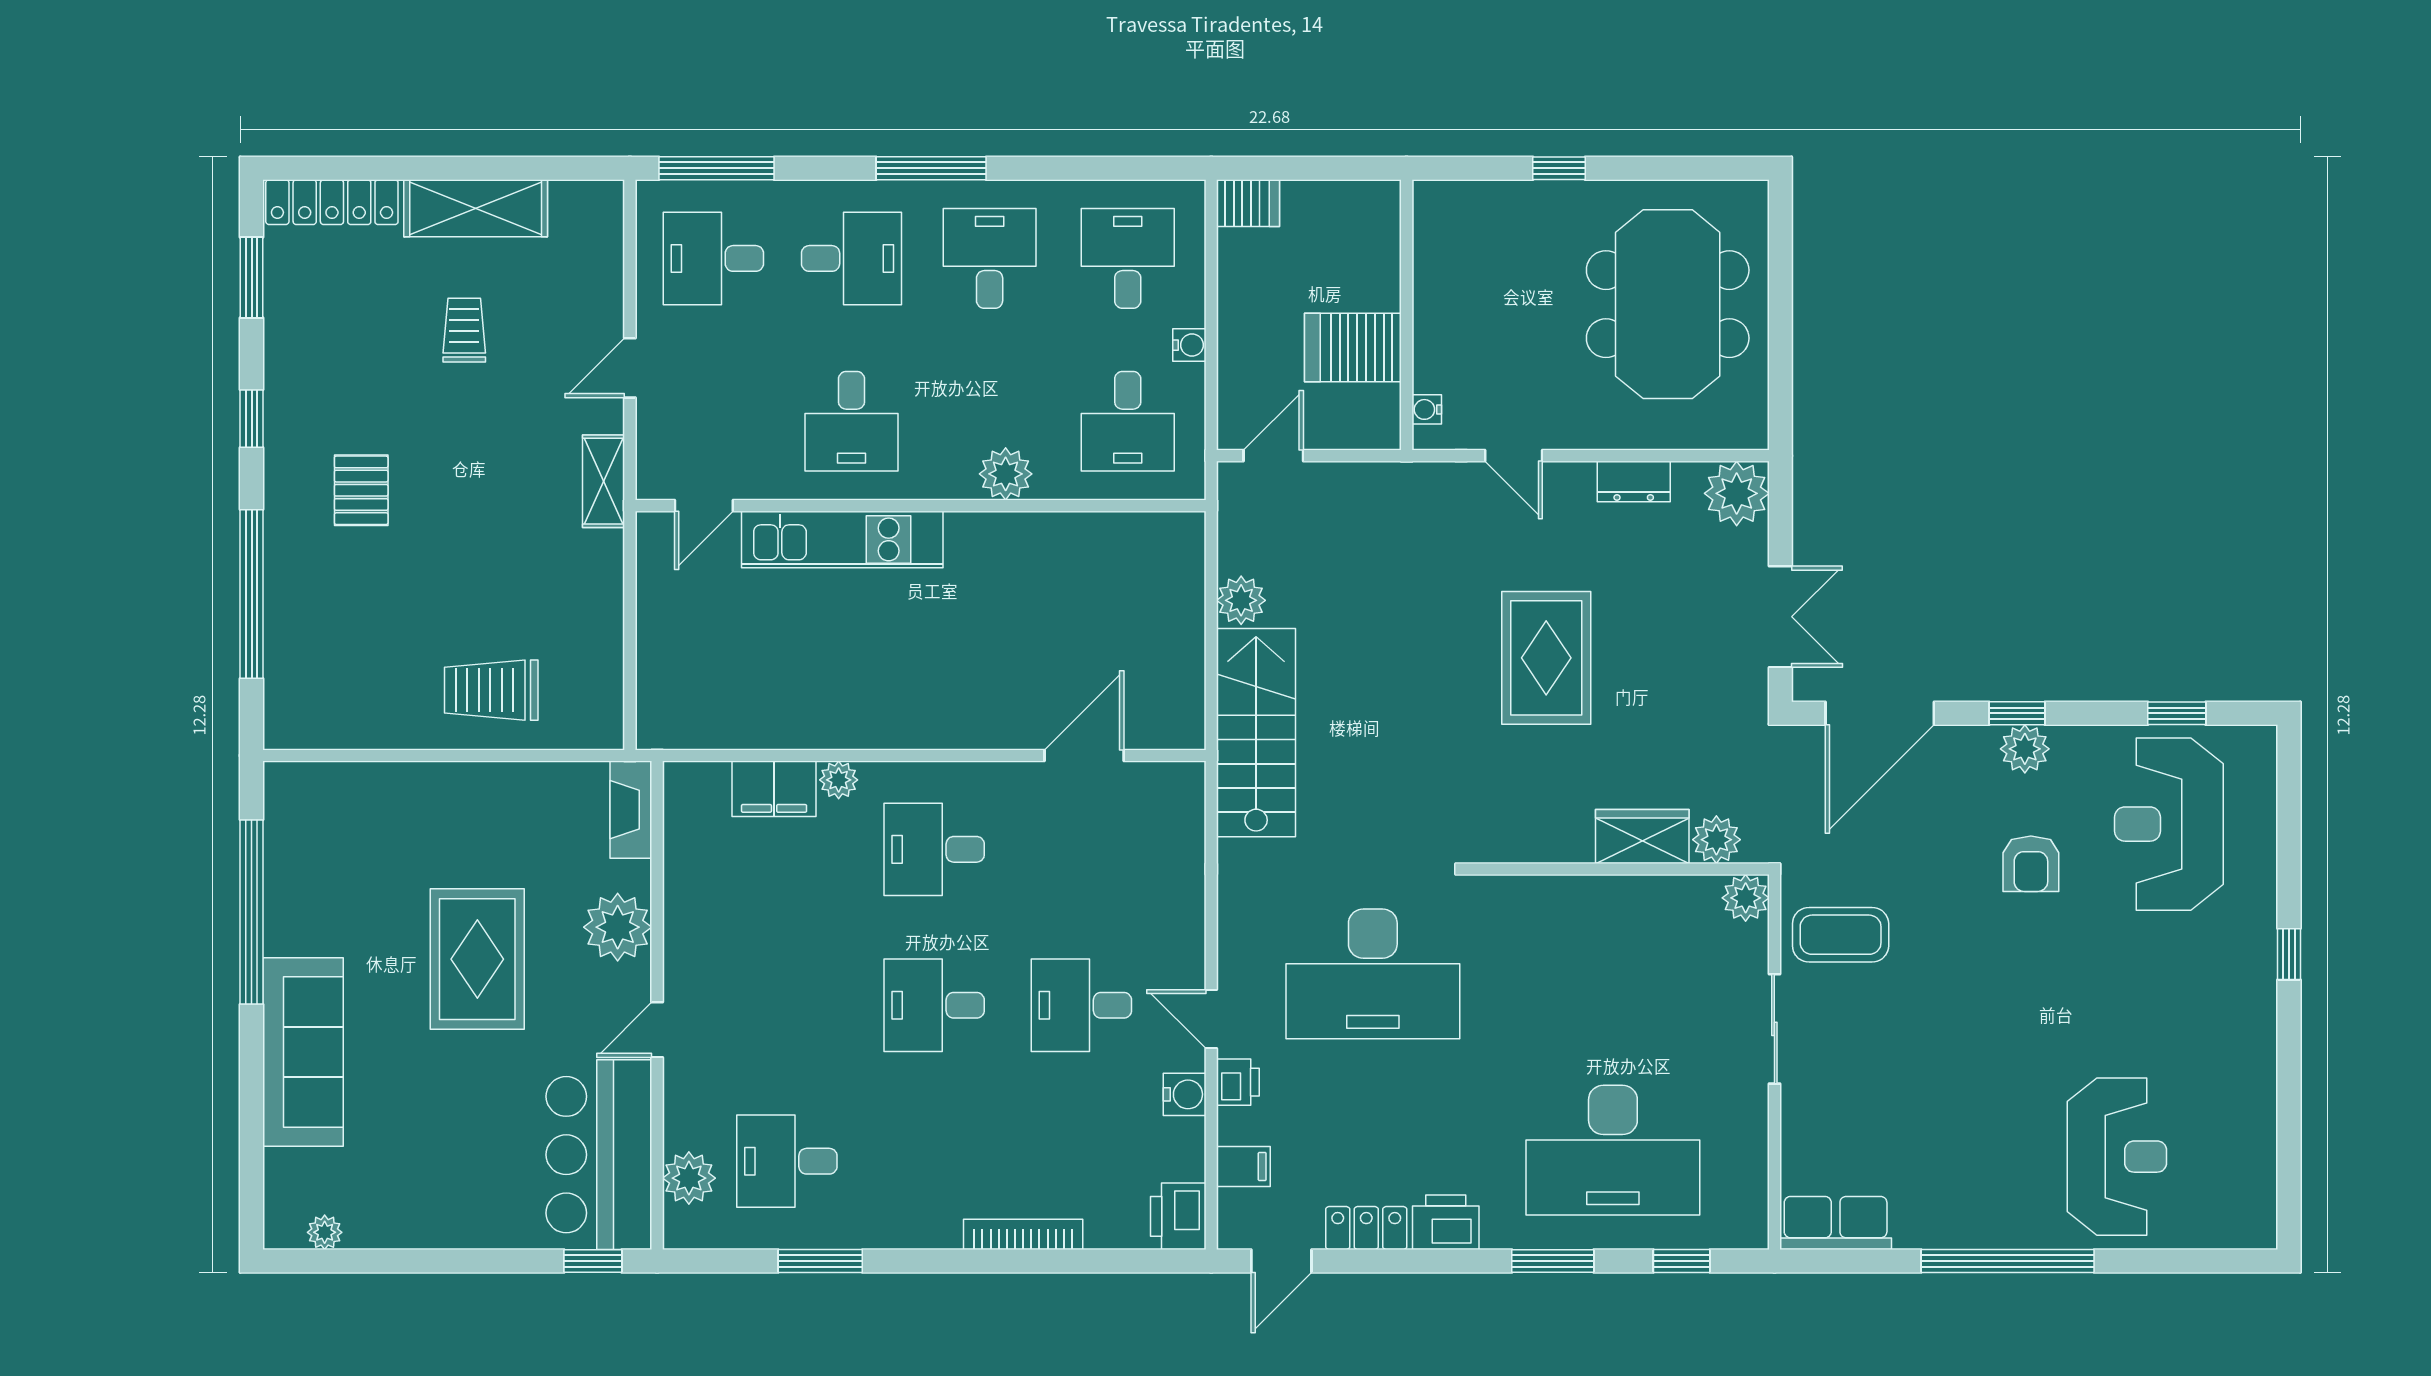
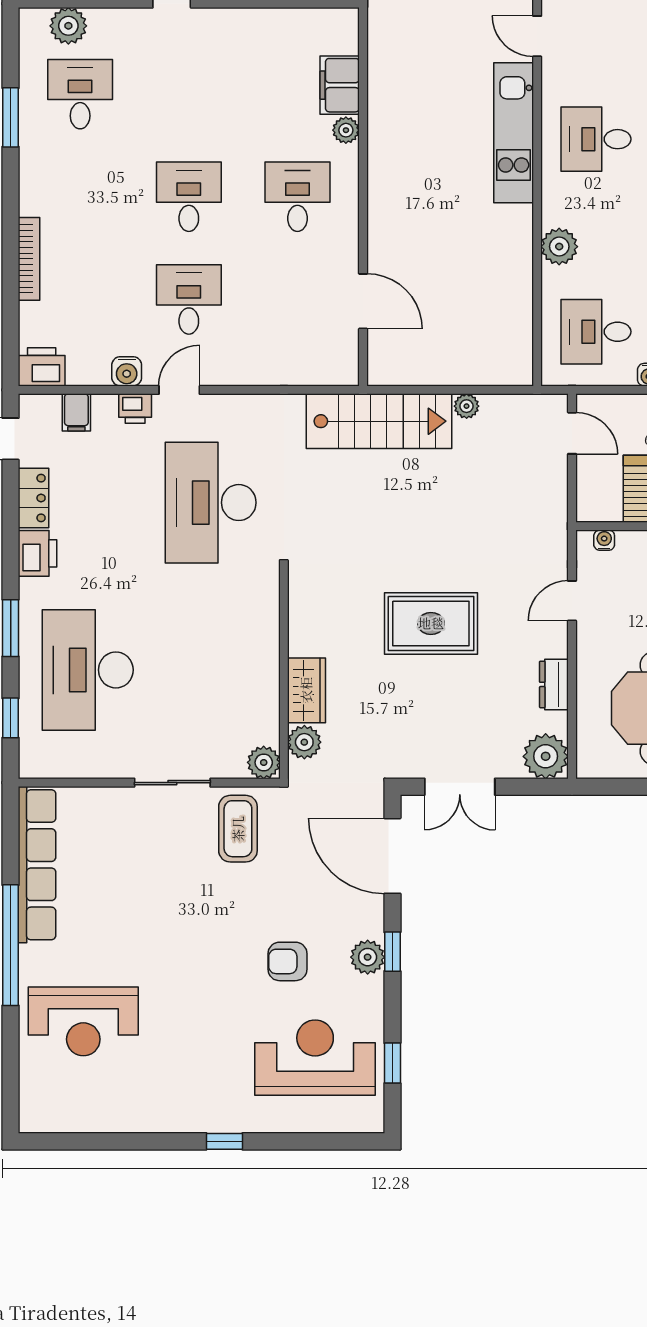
plant: (1241, 600) -> (467, 406), width x0.73, depth x0.73
row of seats: (1836, 1223) -> (37, 865), width x2.02

